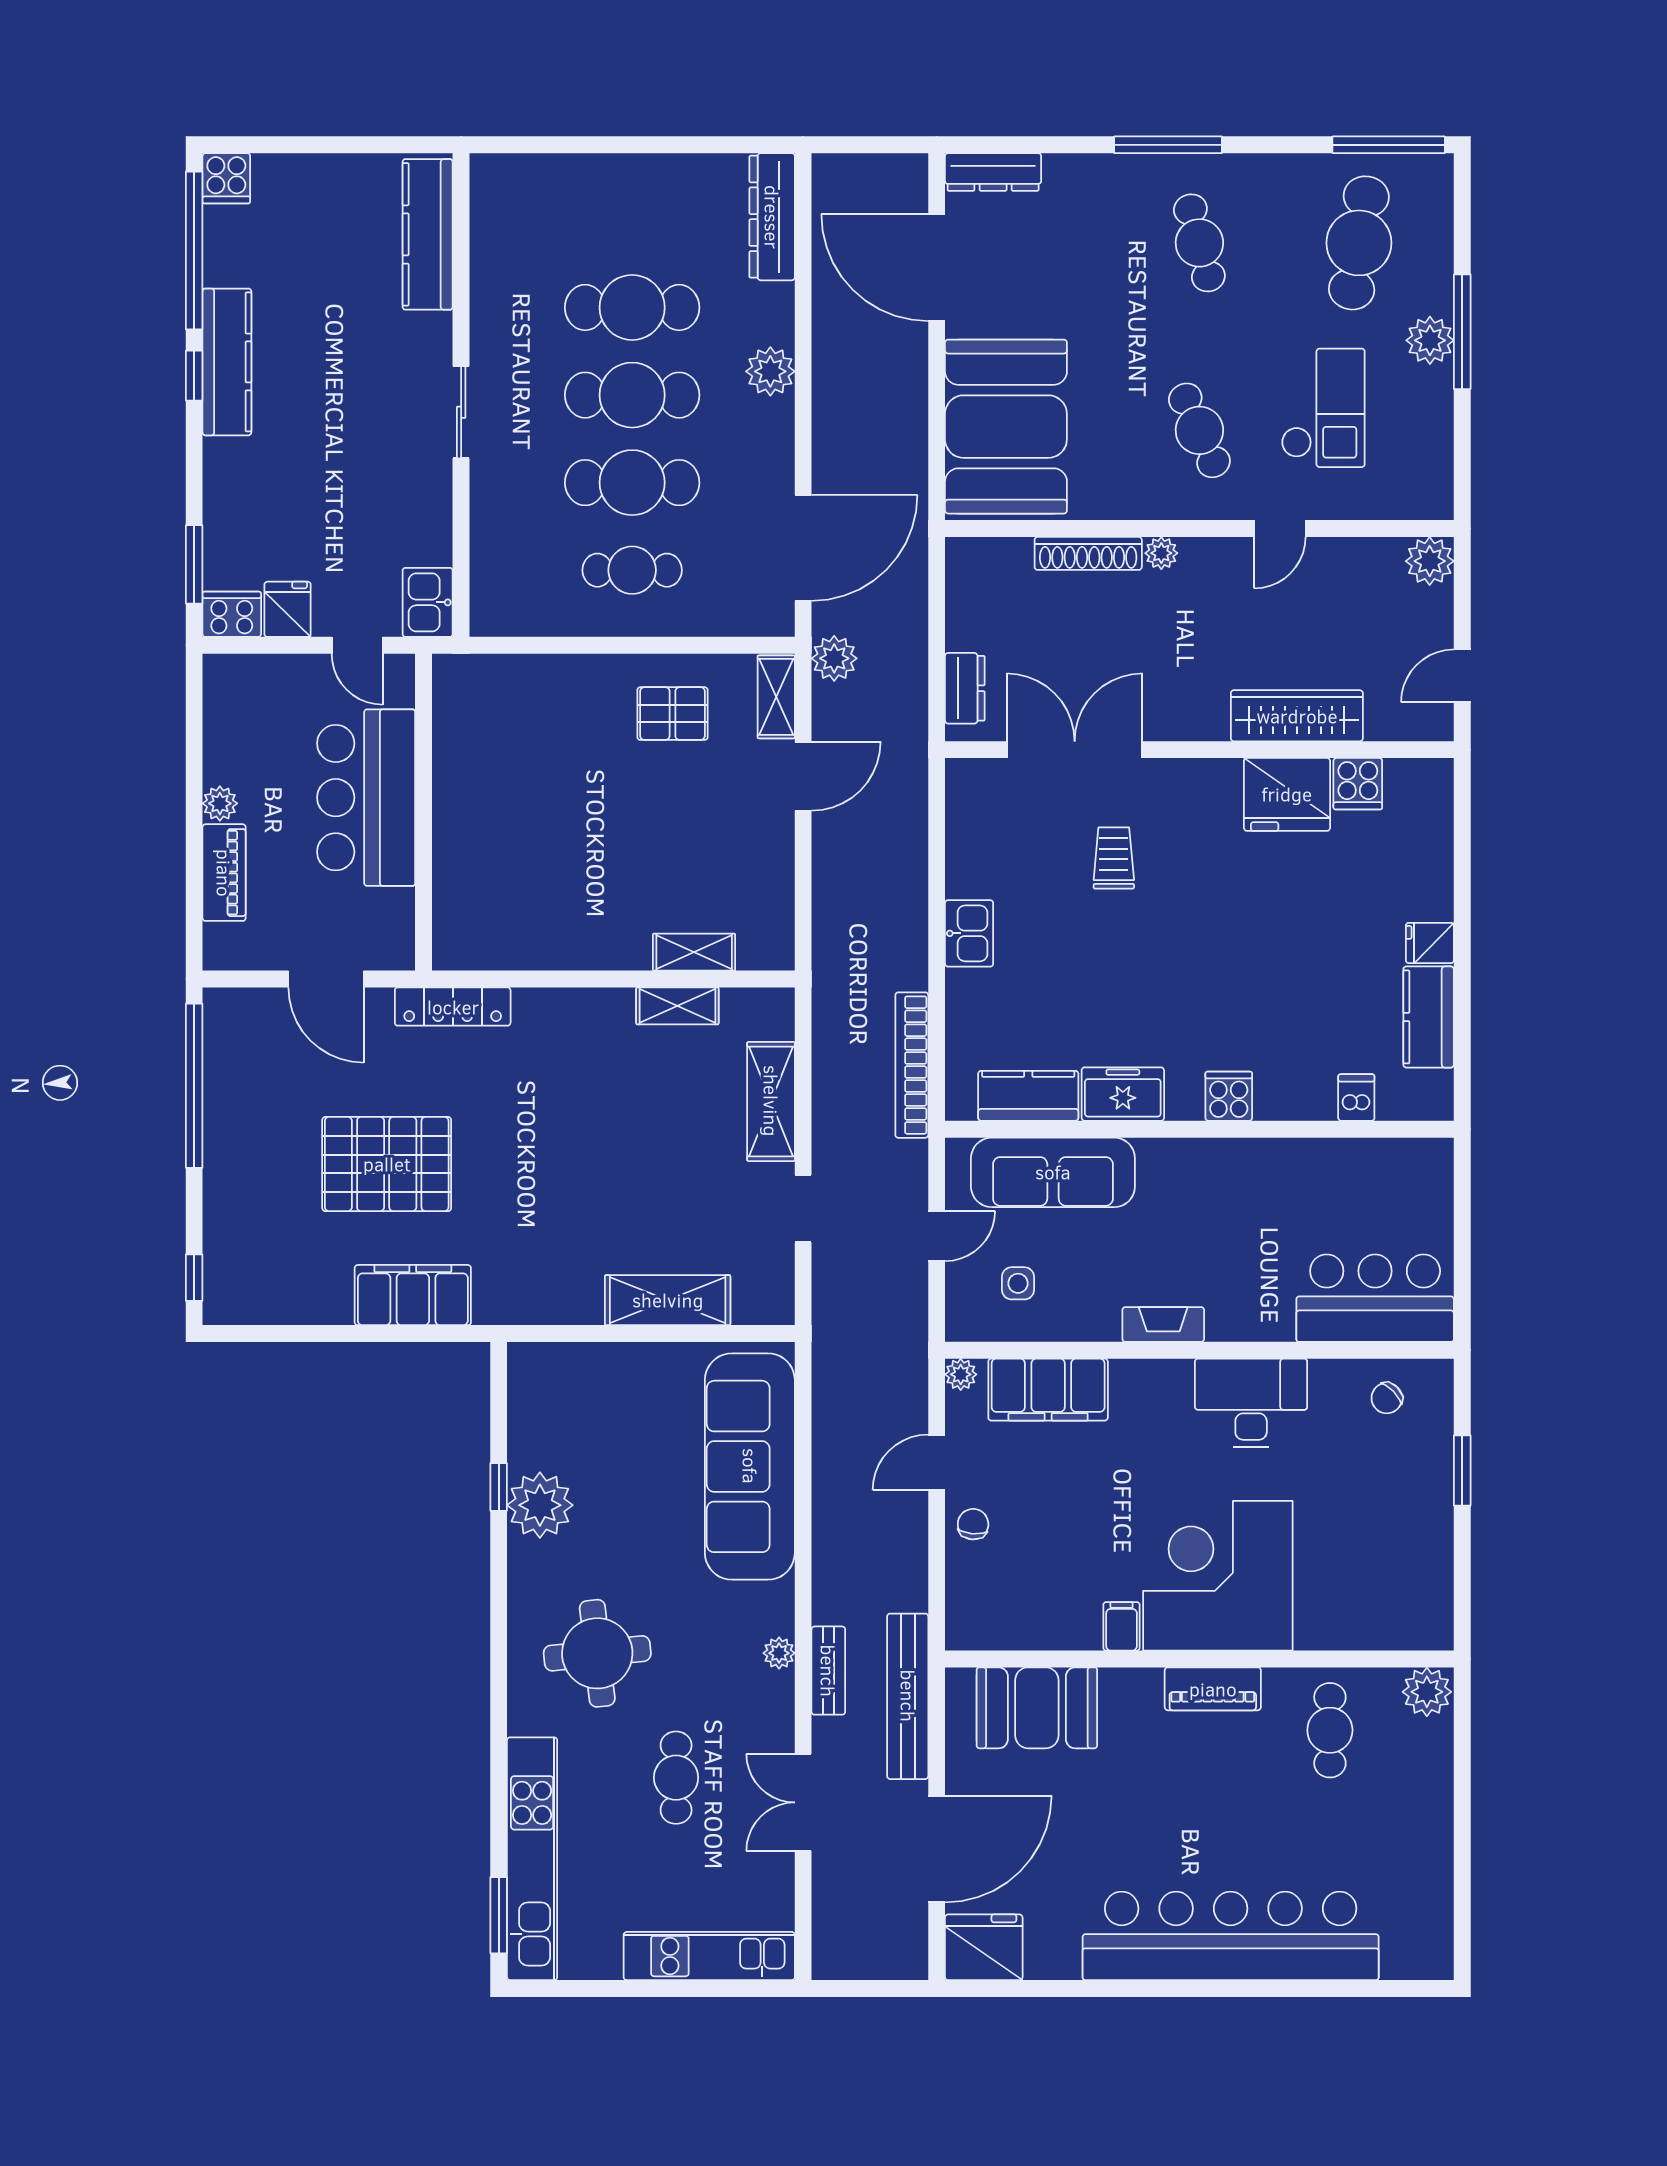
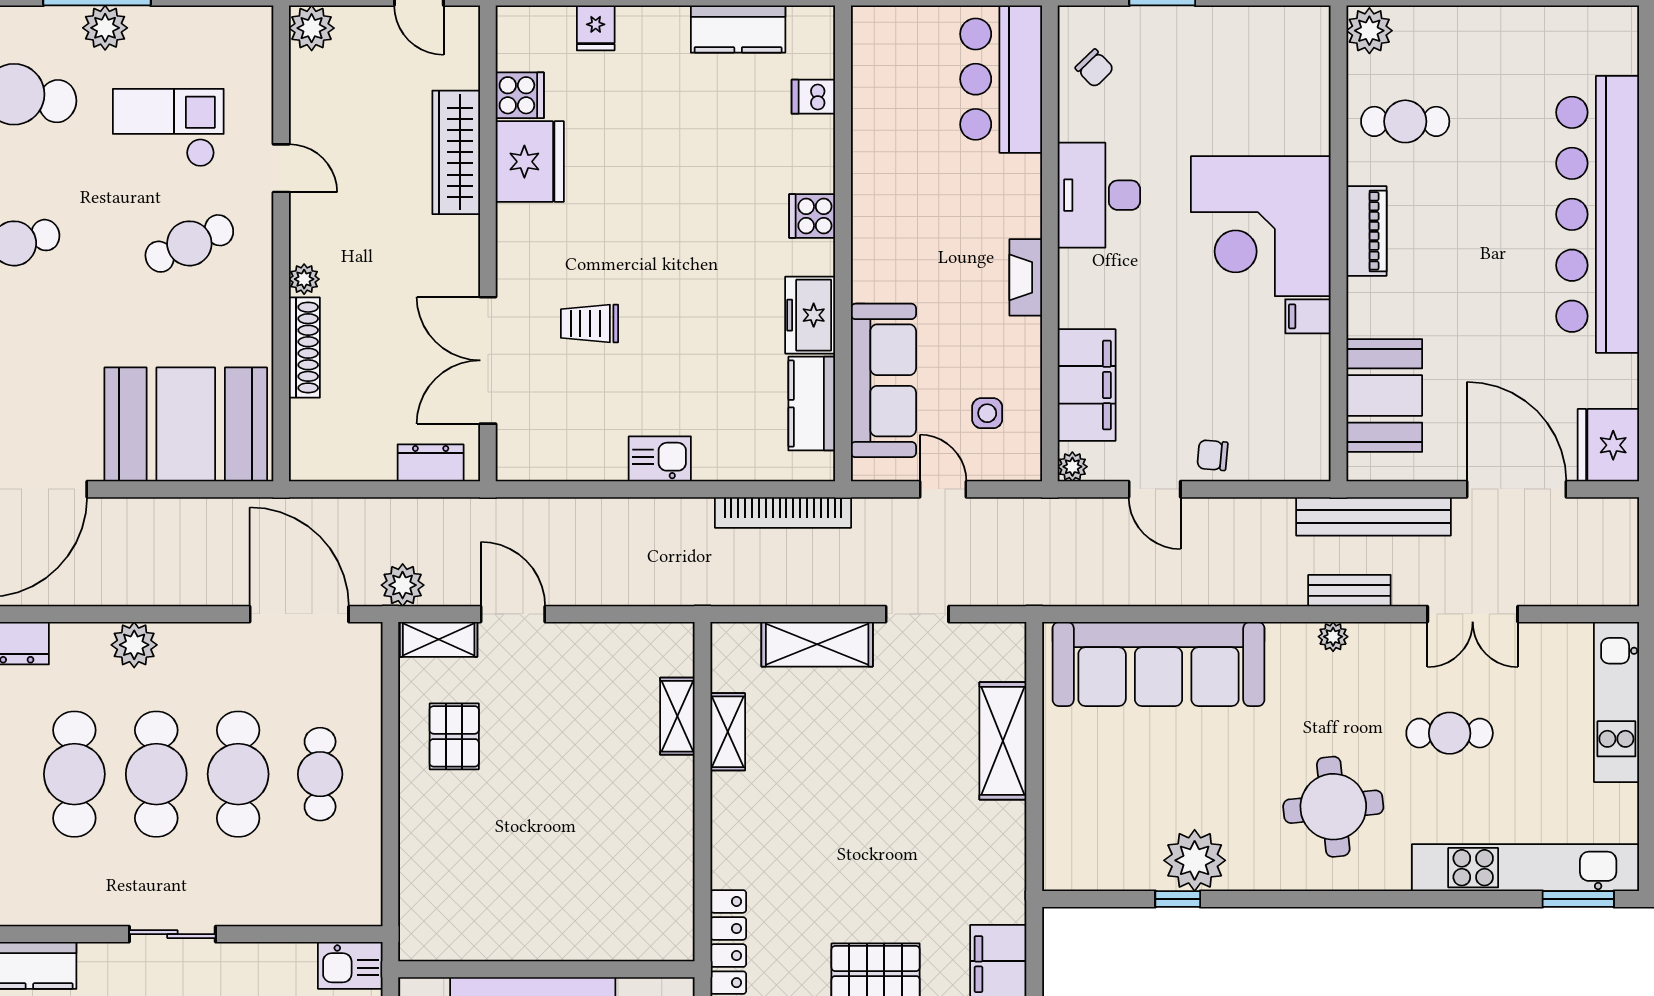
fridge: (1430, 943) -> (596, 28), moved

